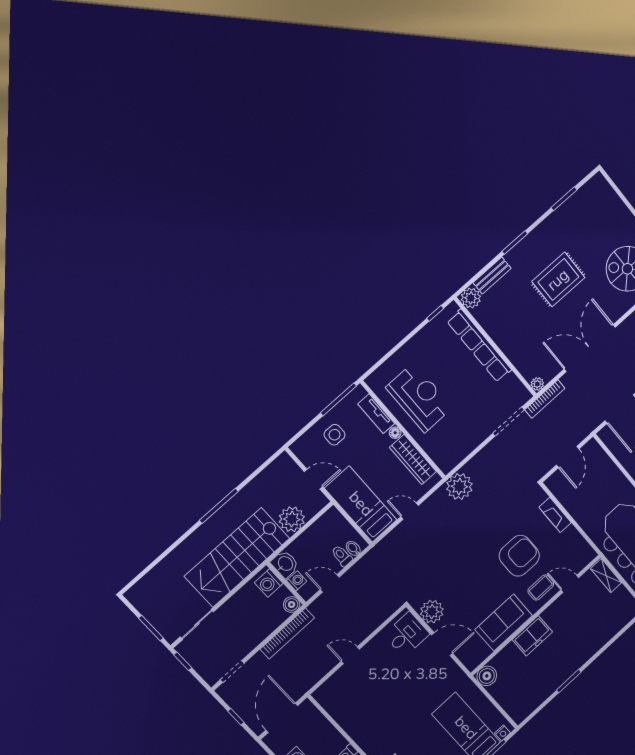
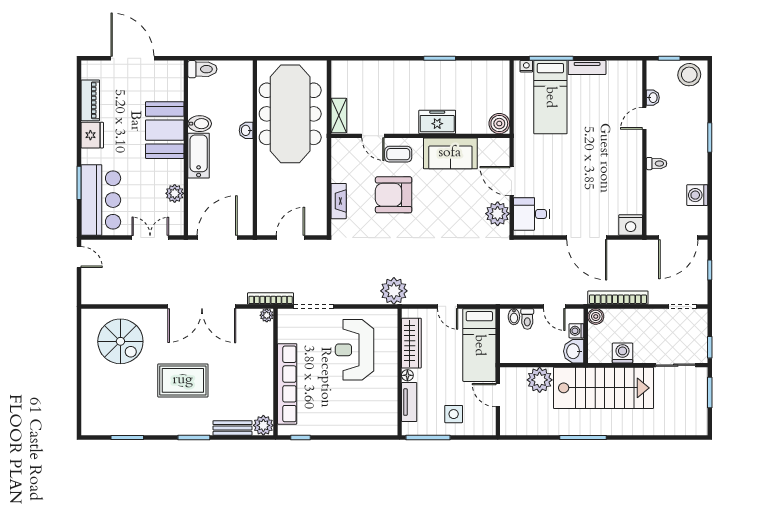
reception desk: (419, 398) -> (355, 350), moved
washing machine: (269, 583) -> (623, 353), moved, turned -90
door: (350, 655) -> (587, 238), width x1.88
nightstand: (326, 694) -> (631, 225), added

